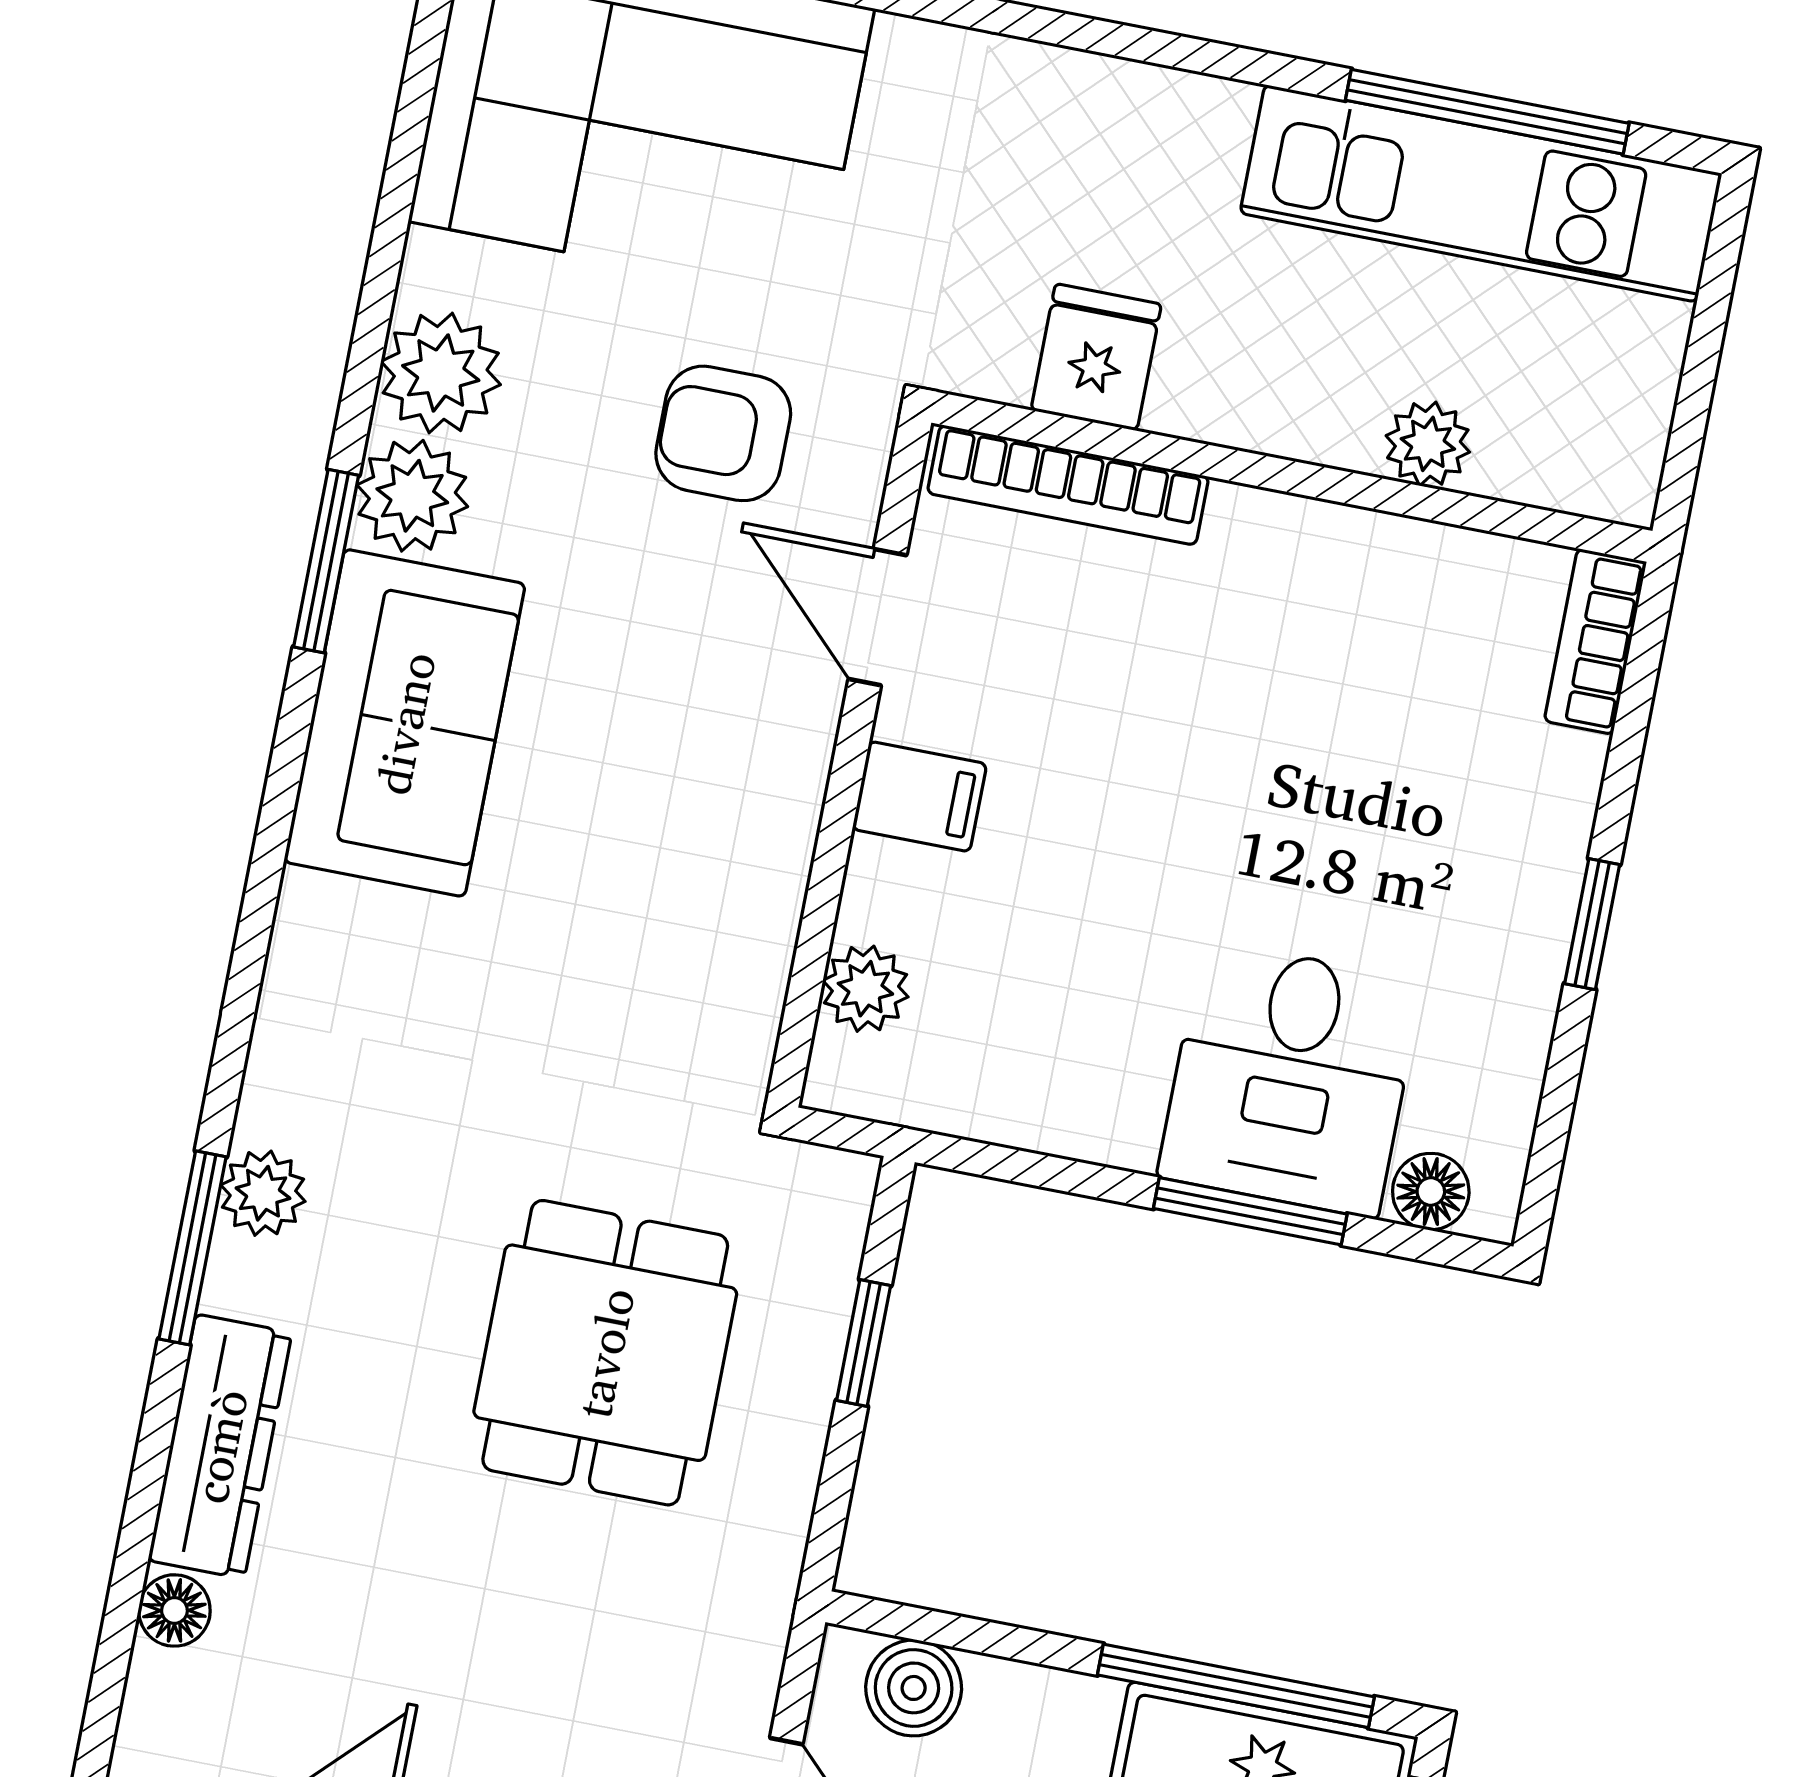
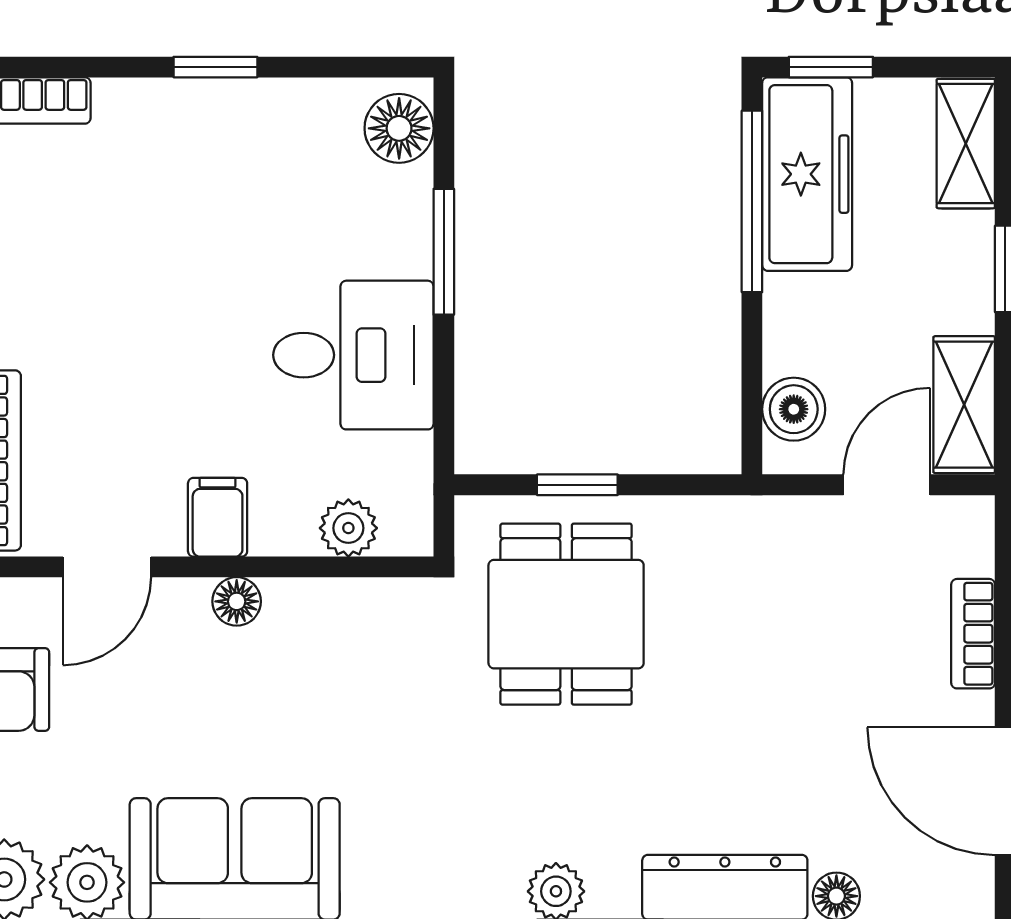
floor lamp: (788, 801) -> (237, 601), added
desk: (1290, 1079) -> (353, 355), moved
floor lamp: (1431, 1192) -> (399, 128), width x1.37, depth x1.37
dining table: (605, 1353) -> (566, 614), moved, turned 90

